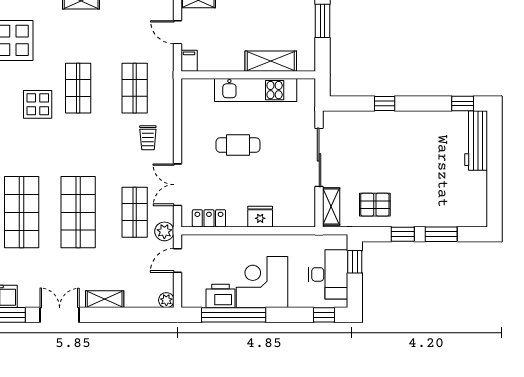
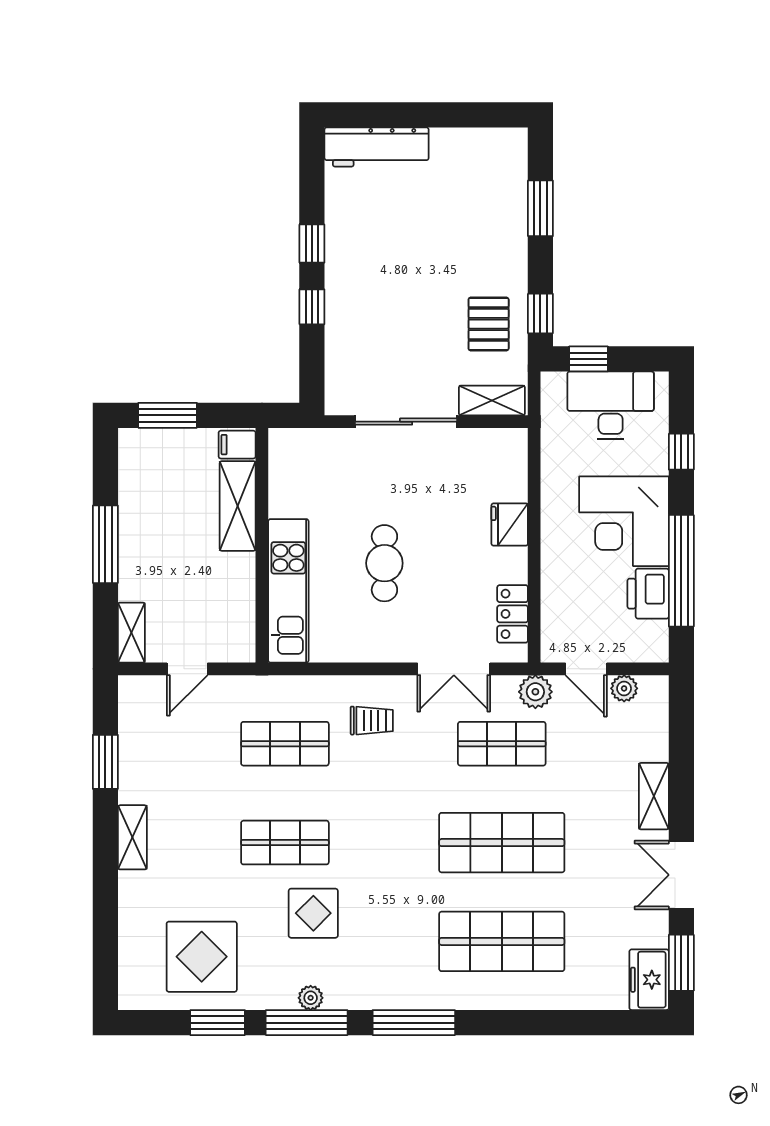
filing cabinet: (189, 61) -> (237, 445), moved
kitchen unit: (256, 90) -> (288, 591), moved
window: (463, 104) -> (312, 244), moved
window: (403, 234) -> (540, 314), moved
plant: (166, 300) -> (624, 688), moved
window: (324, 315) -> (681, 452), moved

